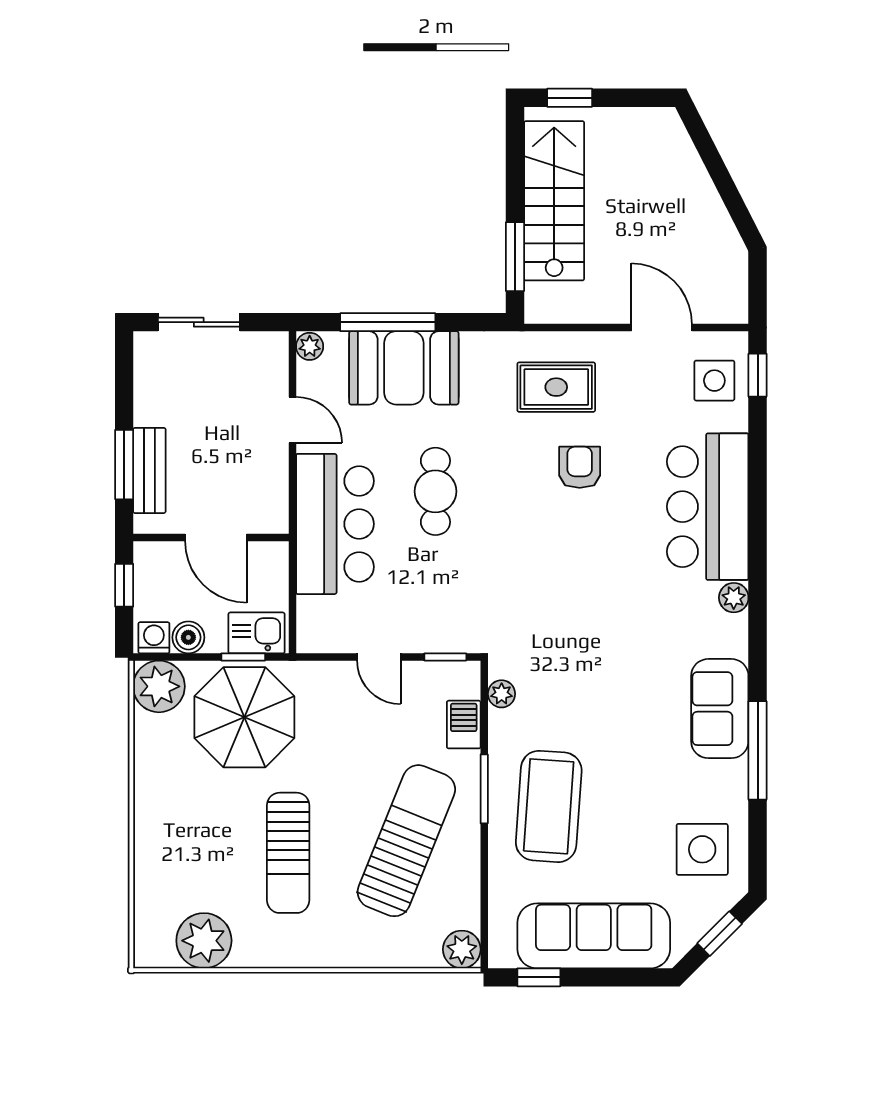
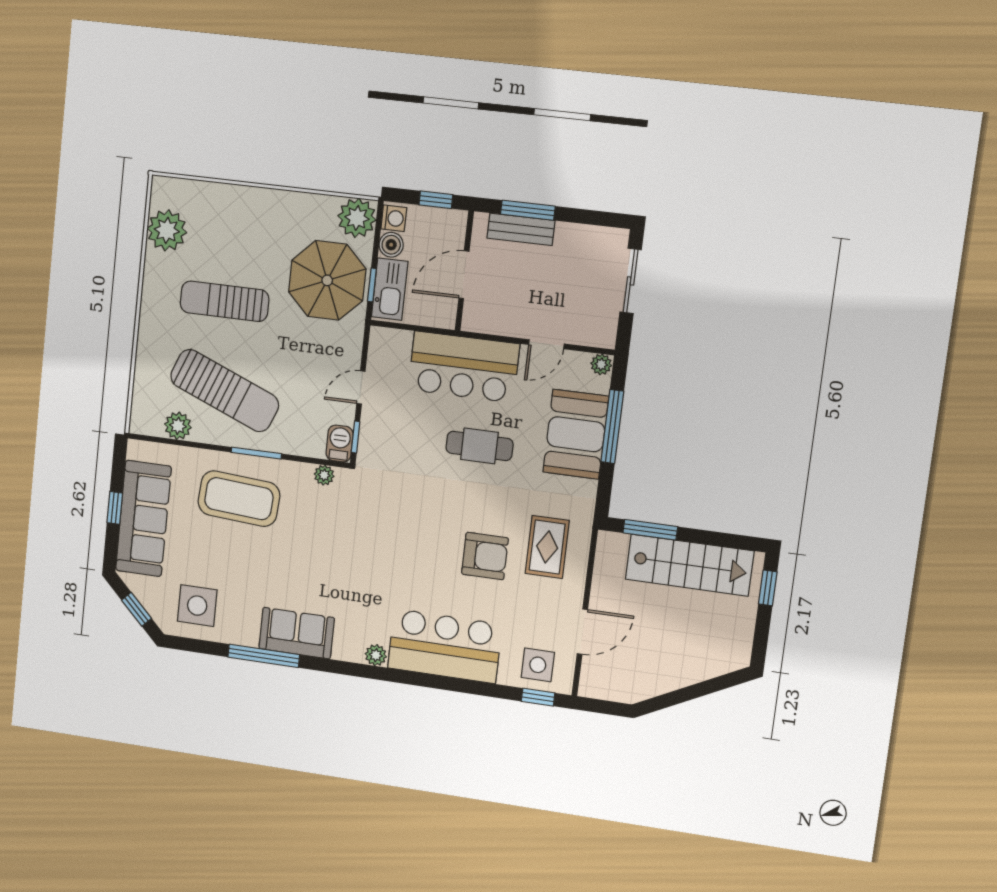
armchair: (580, 467) -> (485, 556), width x1.38, depth x1.38
kitchen sink: (257, 633) -> (390, 289), width x1.38
barbecue: (464, 725) -> (340, 444), moved, turned -90
plant: (462, 949) -> (178, 426), moved
window: (539, 977) -> (115, 508), moved

